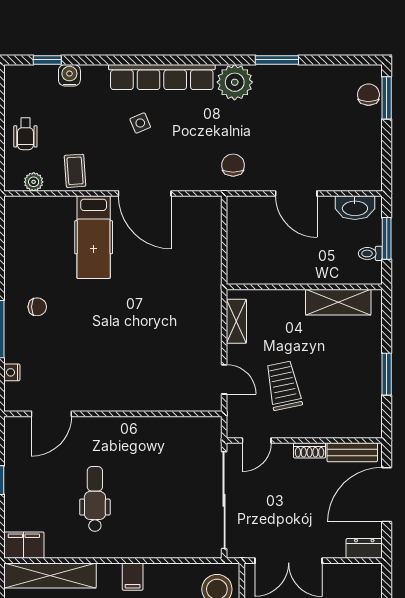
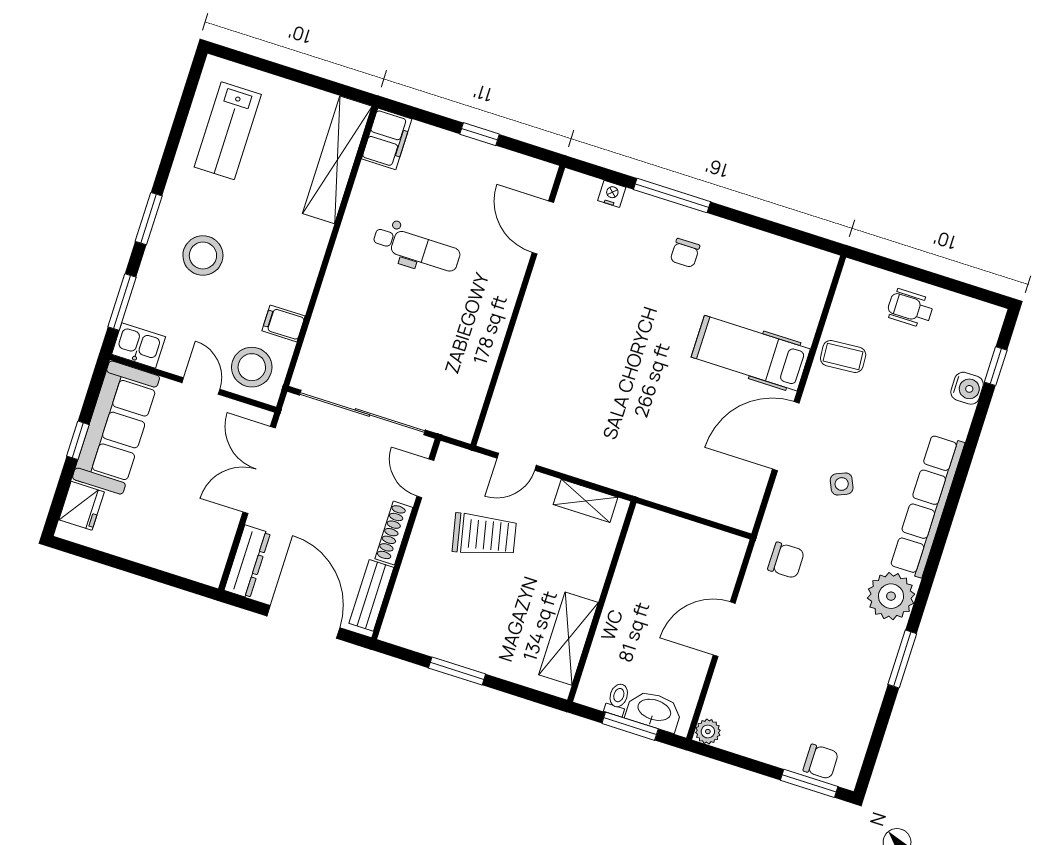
side table: (140, 123) -> (842, 484), moved
plant: (34, 182) -> (708, 732), moved
washbasin: (355, 208) -> (654, 711), moved, turned 90
shoe rack: (310, 450) -> (394, 533), width x1.43
dresser: (364, 548) -> (247, 562), width x1.44
filing cabinet: (133, 577) -> (284, 323), moved

